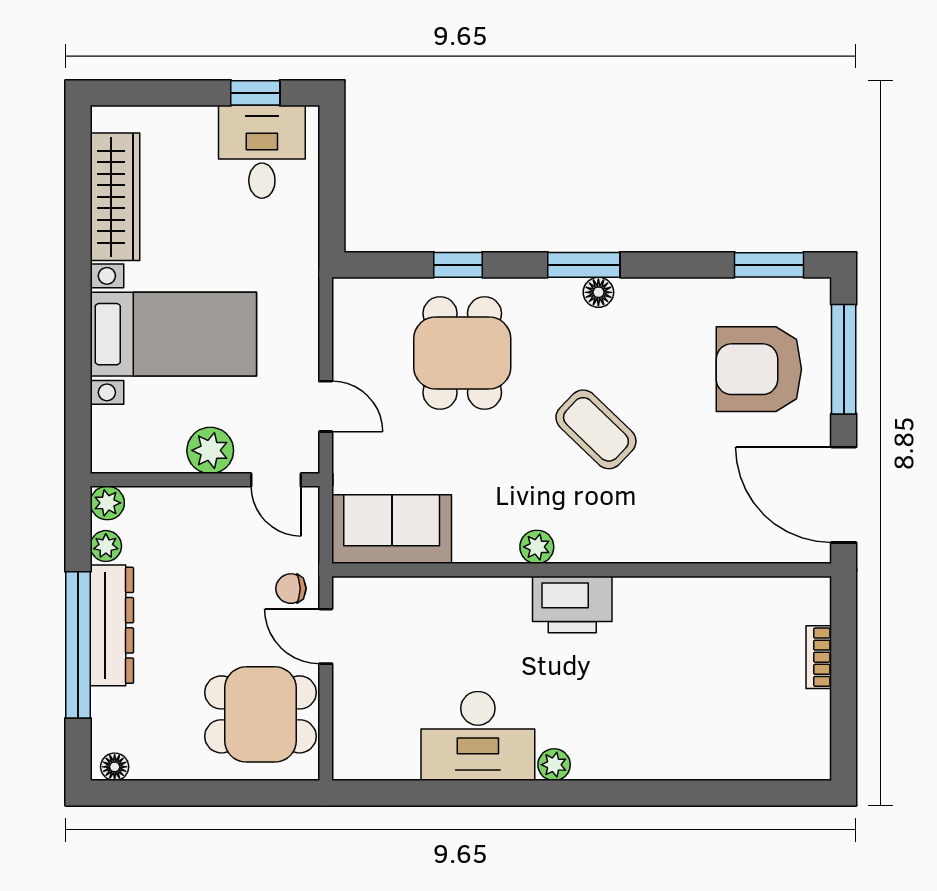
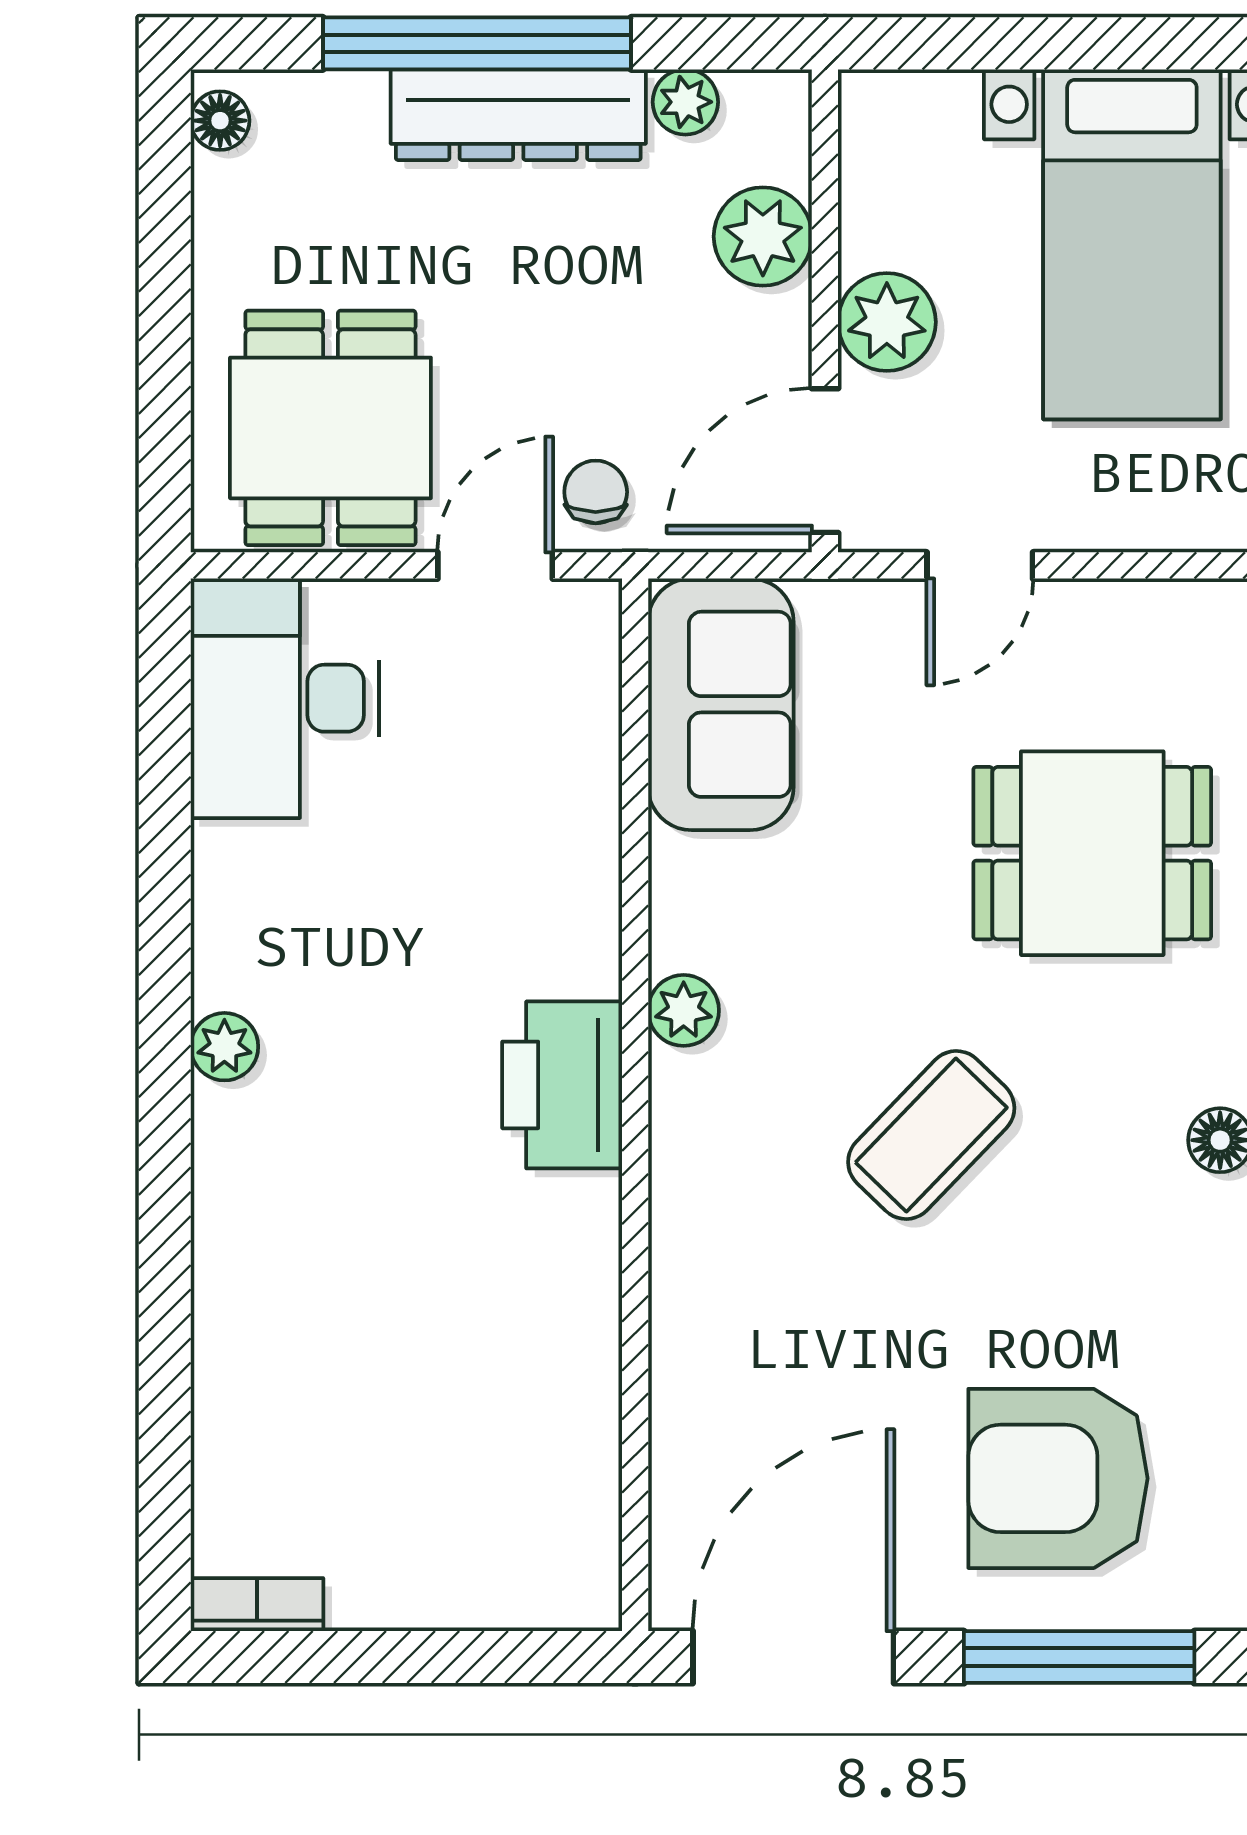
armchair: (759, 369) -> (1058, 1478), turned -90
door: (276, 480) -> (825, 461), width x1.38
plant: (107, 503) -> (763, 236), moved, width x1.38, depth x1.38
bookcase: (819, 657) -> (257, 1605), moved
desk: (478, 736) -> (285, 698), moved

